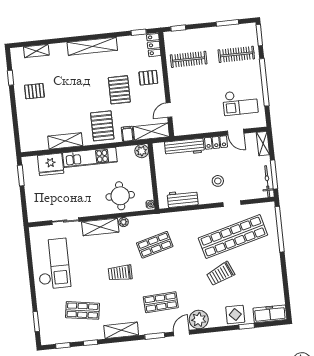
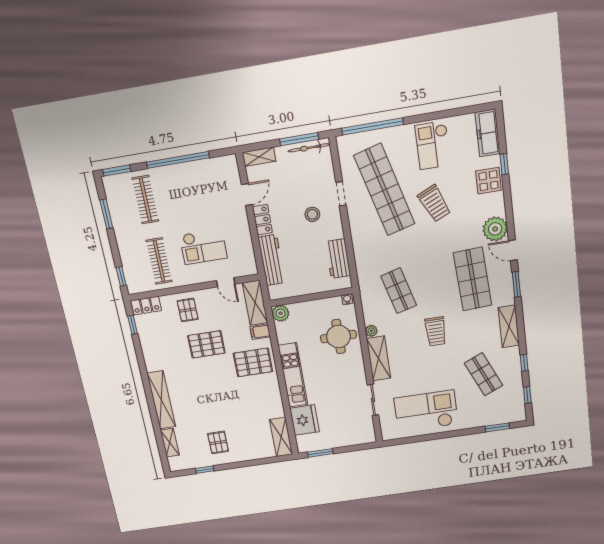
shelving: (92, 46) -> (161, 400), moved
checkout: (240, 102) -> (203, 247), moved, turned 90
shelving: (65, 141) -> (281, 437), moved
checkout: (264, 273) -> (433, 145), added
shop shelf: (161, 302) -> (473, 279), width x1.43, depth x1.36
shop shelf: (82, 310) -> (484, 374), turned -33

